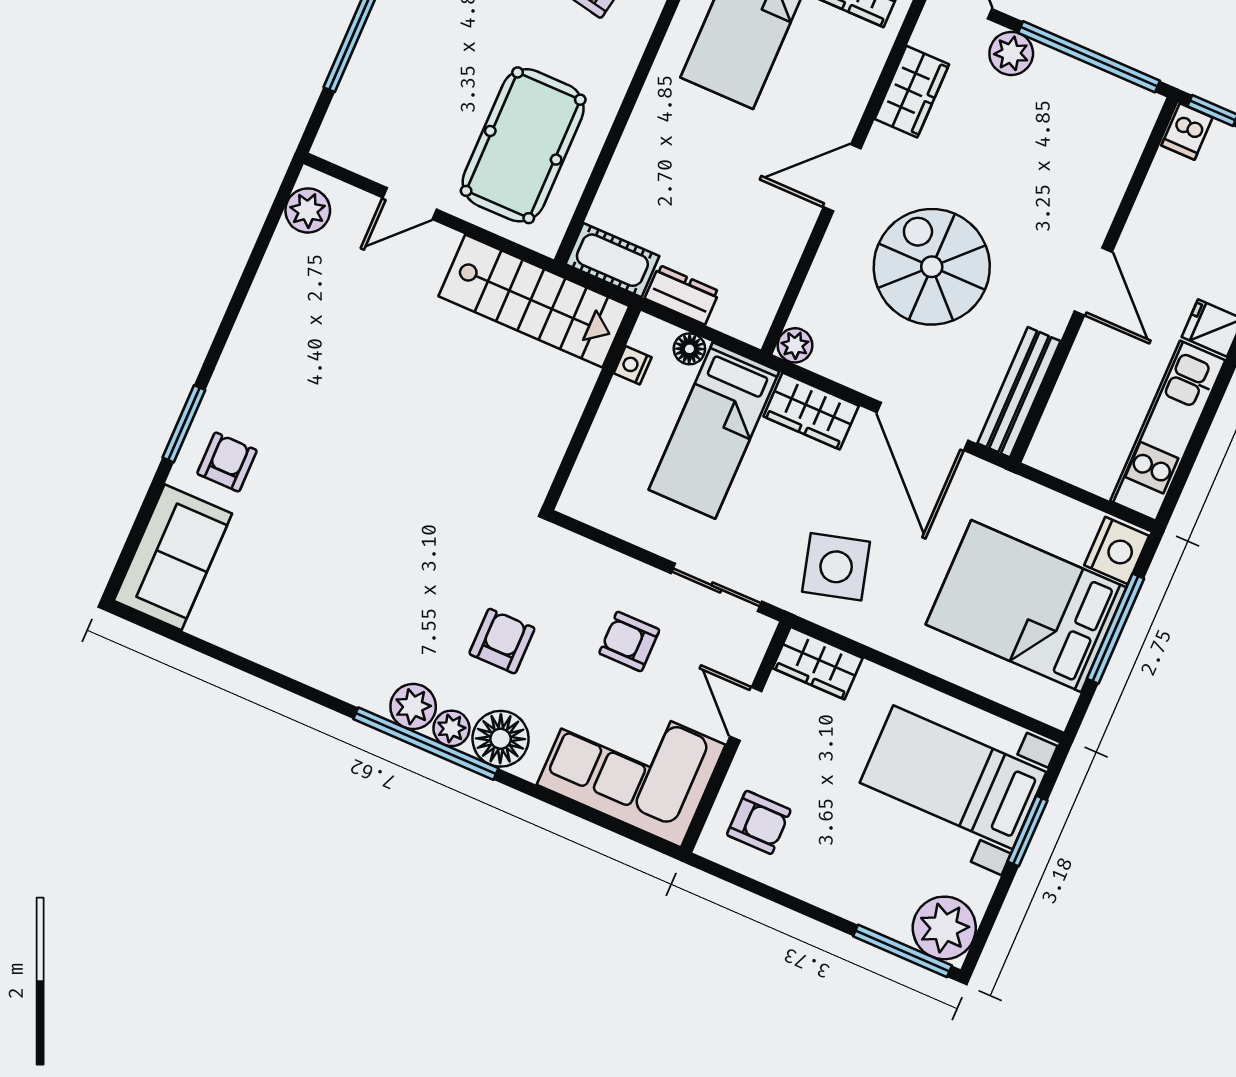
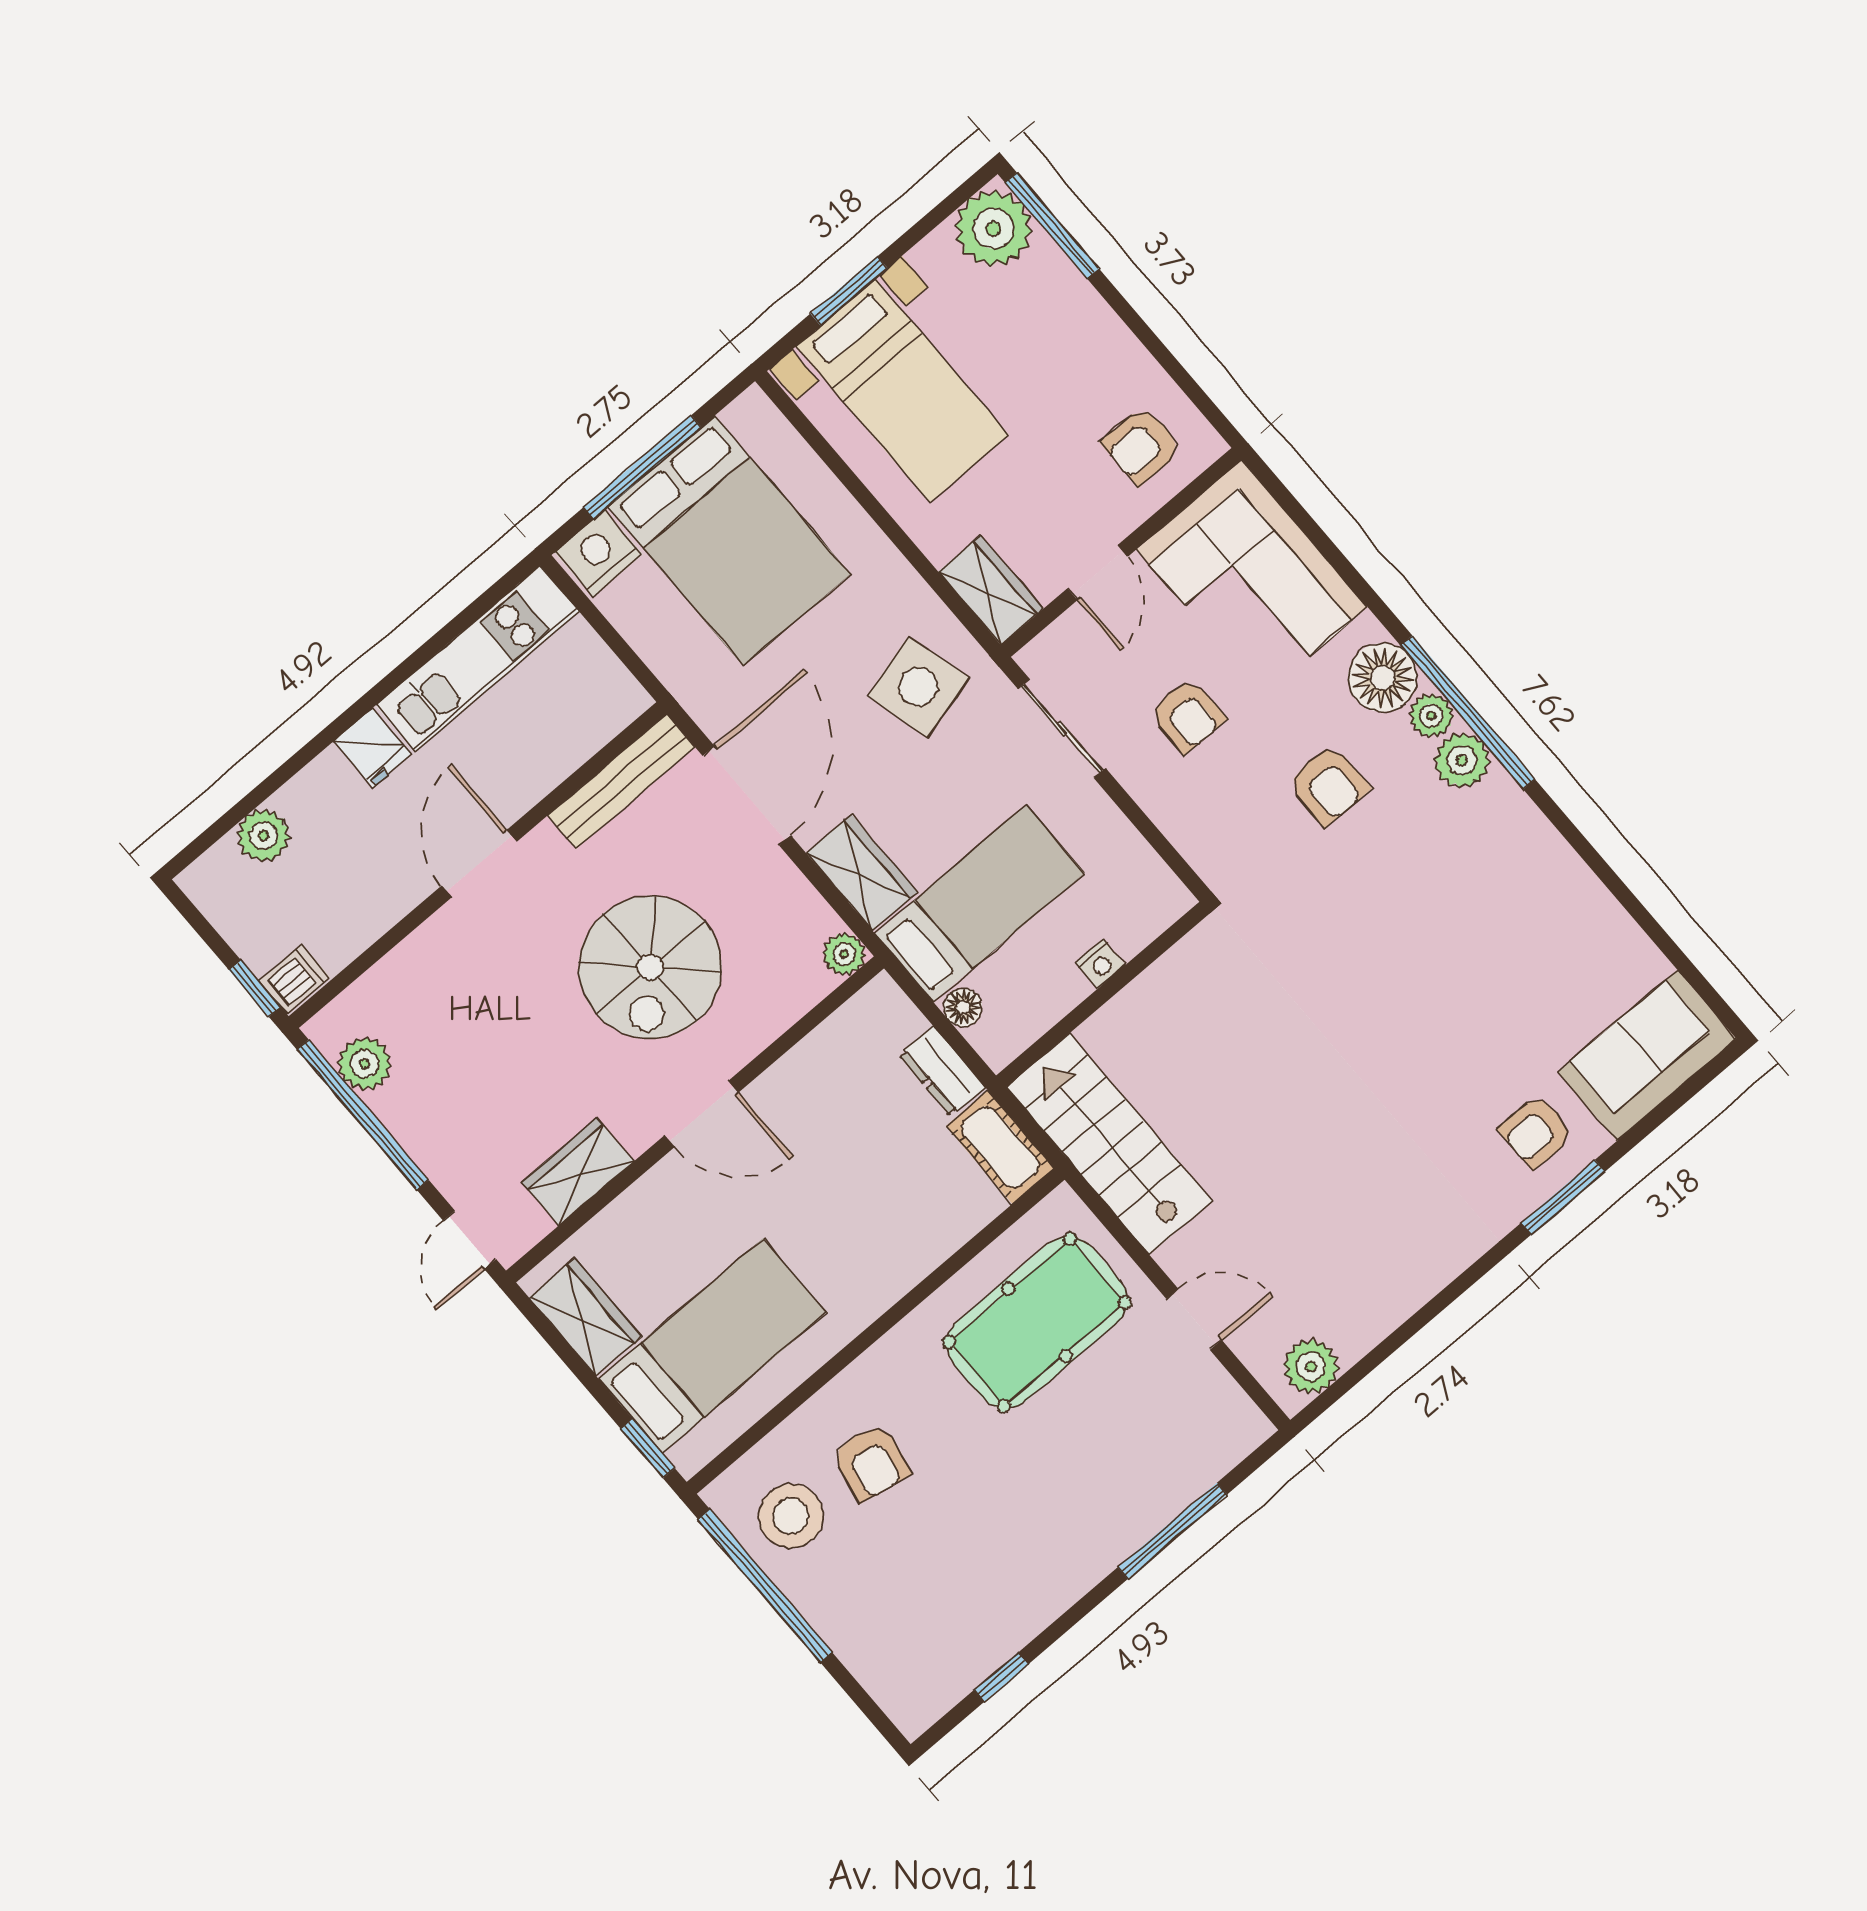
plant: (1011, 53) -> (365, 1064), moved
nightstand: (633, 365) -> (1100, 964), moved
armchair: (502, 641) -> (1328, 785), turned -90
armchair: (759, 822) -> (1142, 445), turned -90

